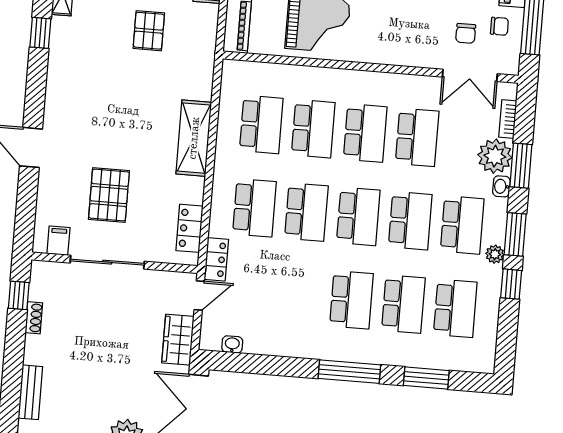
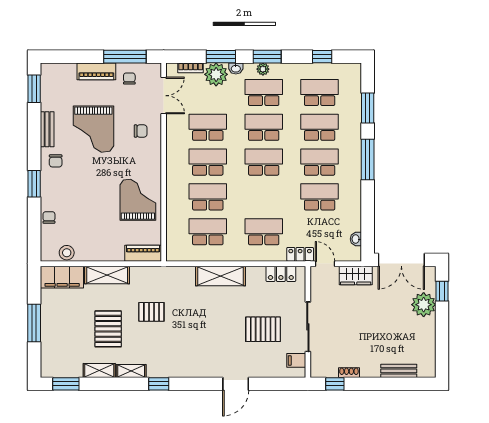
chair: (466, 33) -> (141, 131), moved
school desk: (306, 212) -> (320, 197), moved
plant: (495, 254) -> (263, 69), moved
window: (511, 284) -> (322, 57), moved

